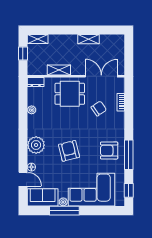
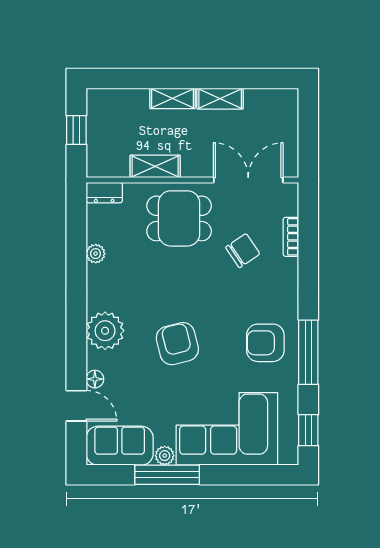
shelving: (38, 39) -> (172, 98), moved

